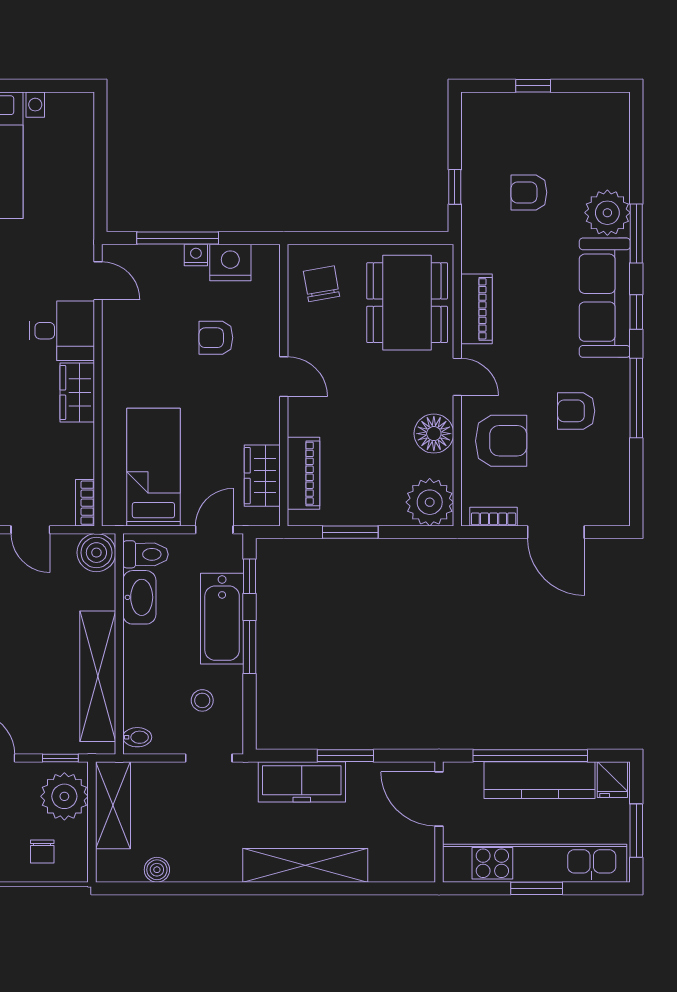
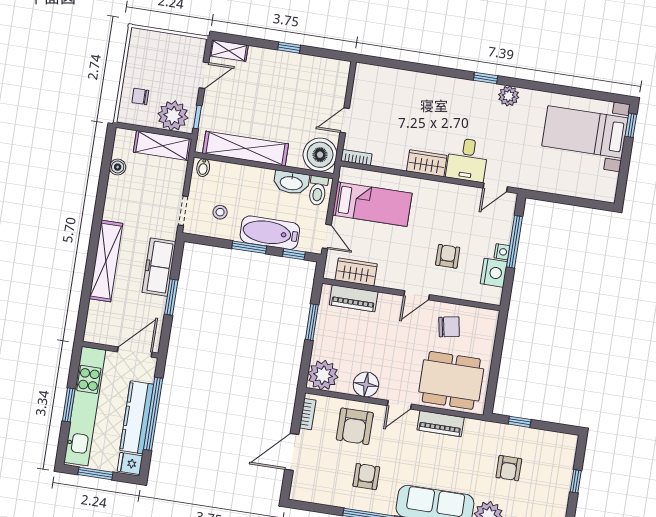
armchair: (529, 192) -> (509, 468), turned 180
chair: (321, 284) -> (449, 327), moved
boiler: (96, 553) -> (320, 155), width x1.37, depth x1.37

